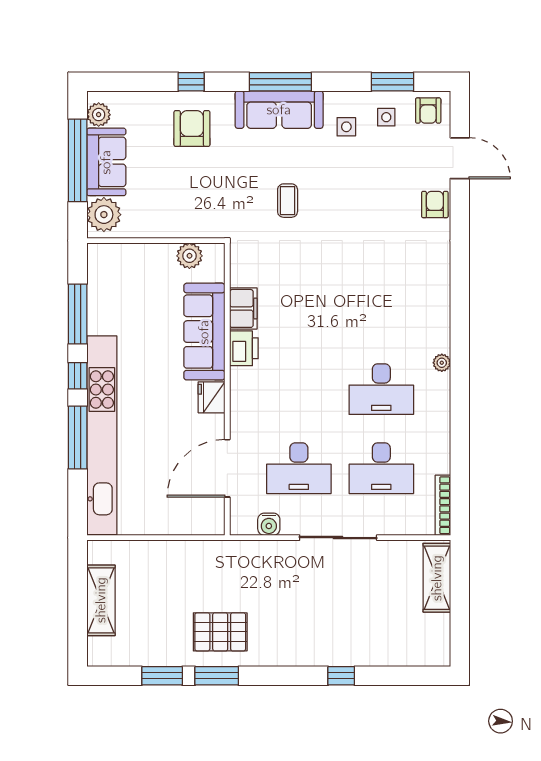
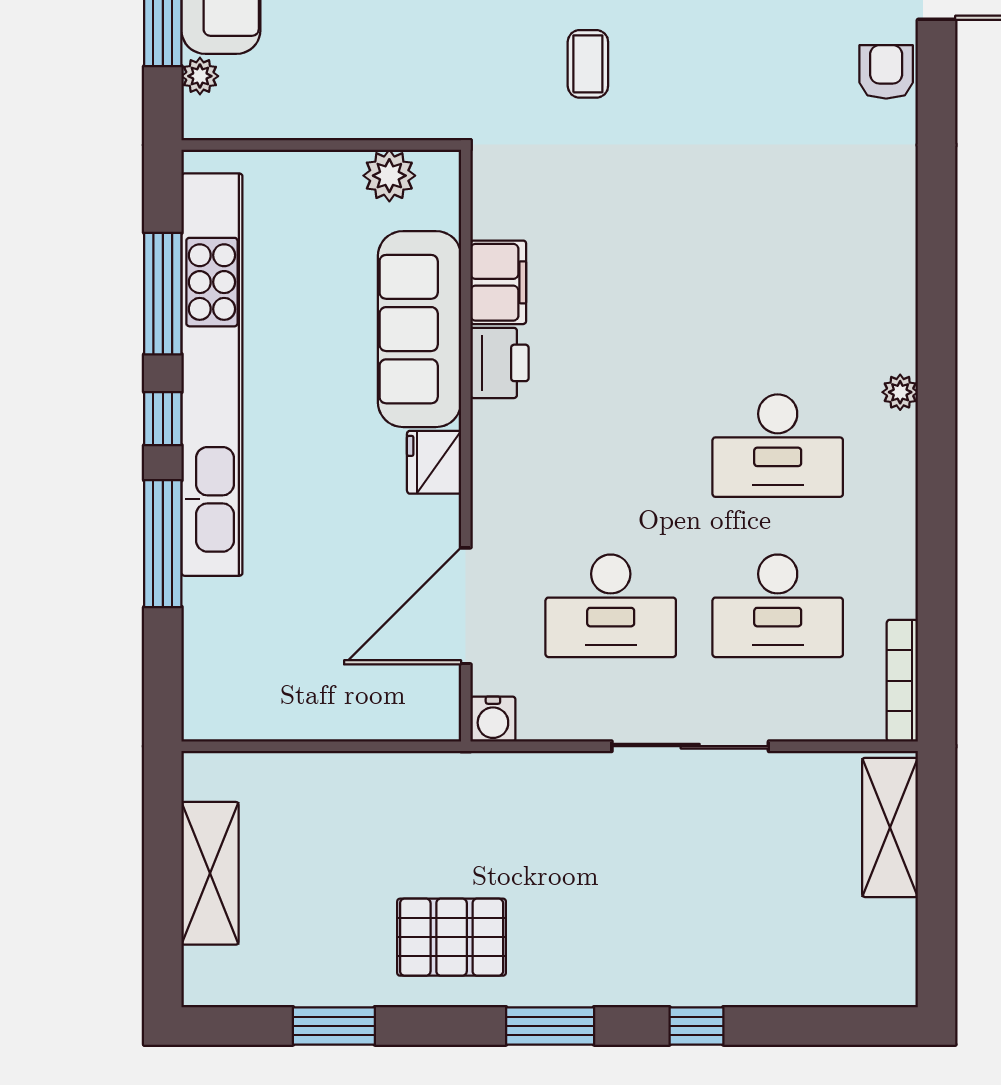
plant: (104, 215) -> (200, 76), width x0.53, depth x0.53
kitchen unit: (102, 435) -> (212, 375), moved
water cooler: (269, 524) -> (493, 719), moved
window: (217, 676) -> (550, 1026), moved

